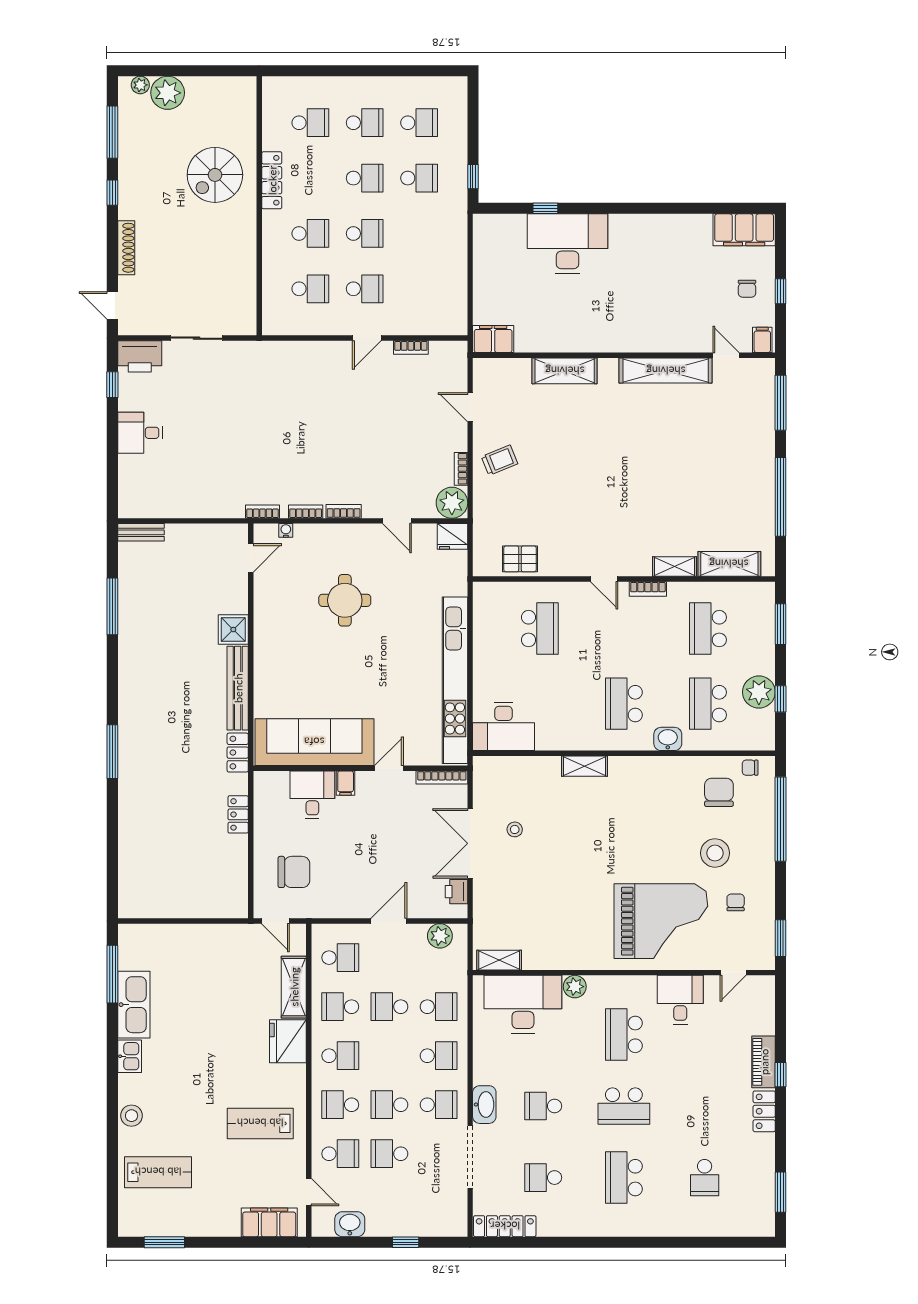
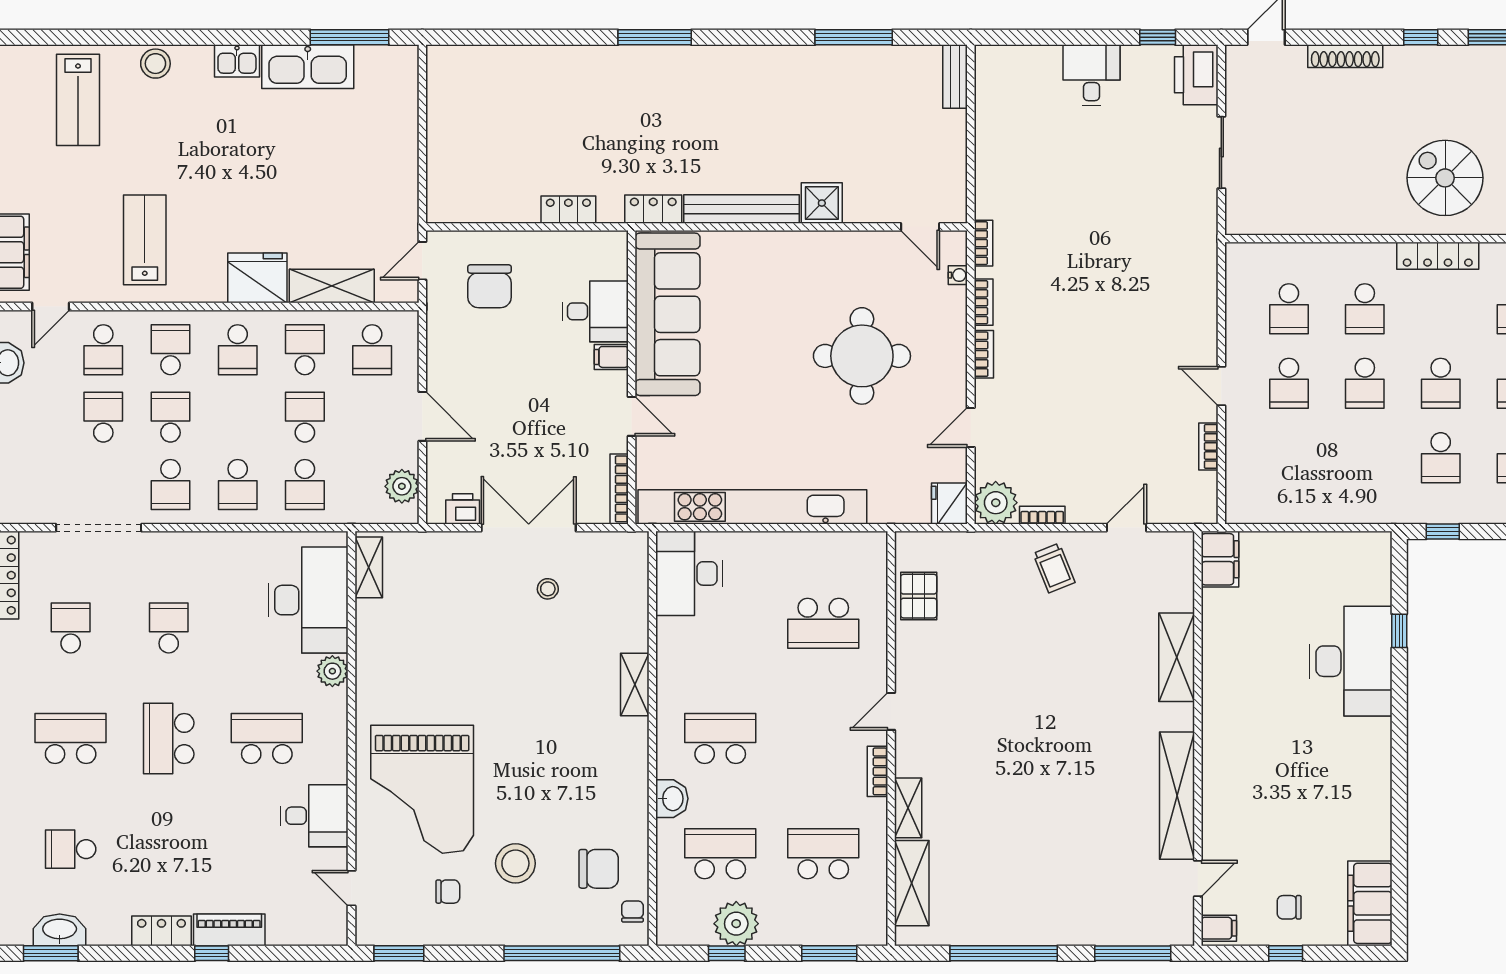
round table: (345, 600) -> (862, 356), width x1.36, depth x1.36
washbasin: (484, 1105) -> (60, 930), moved, turned 180

